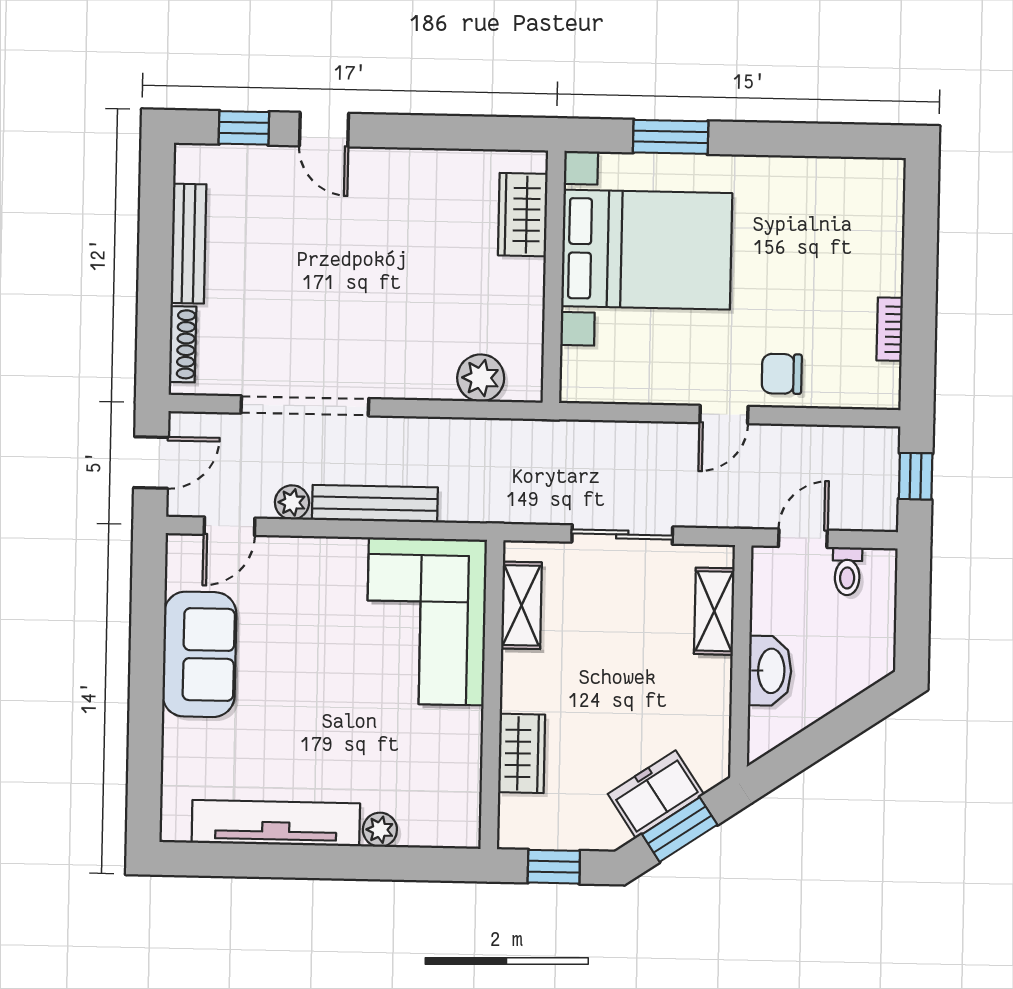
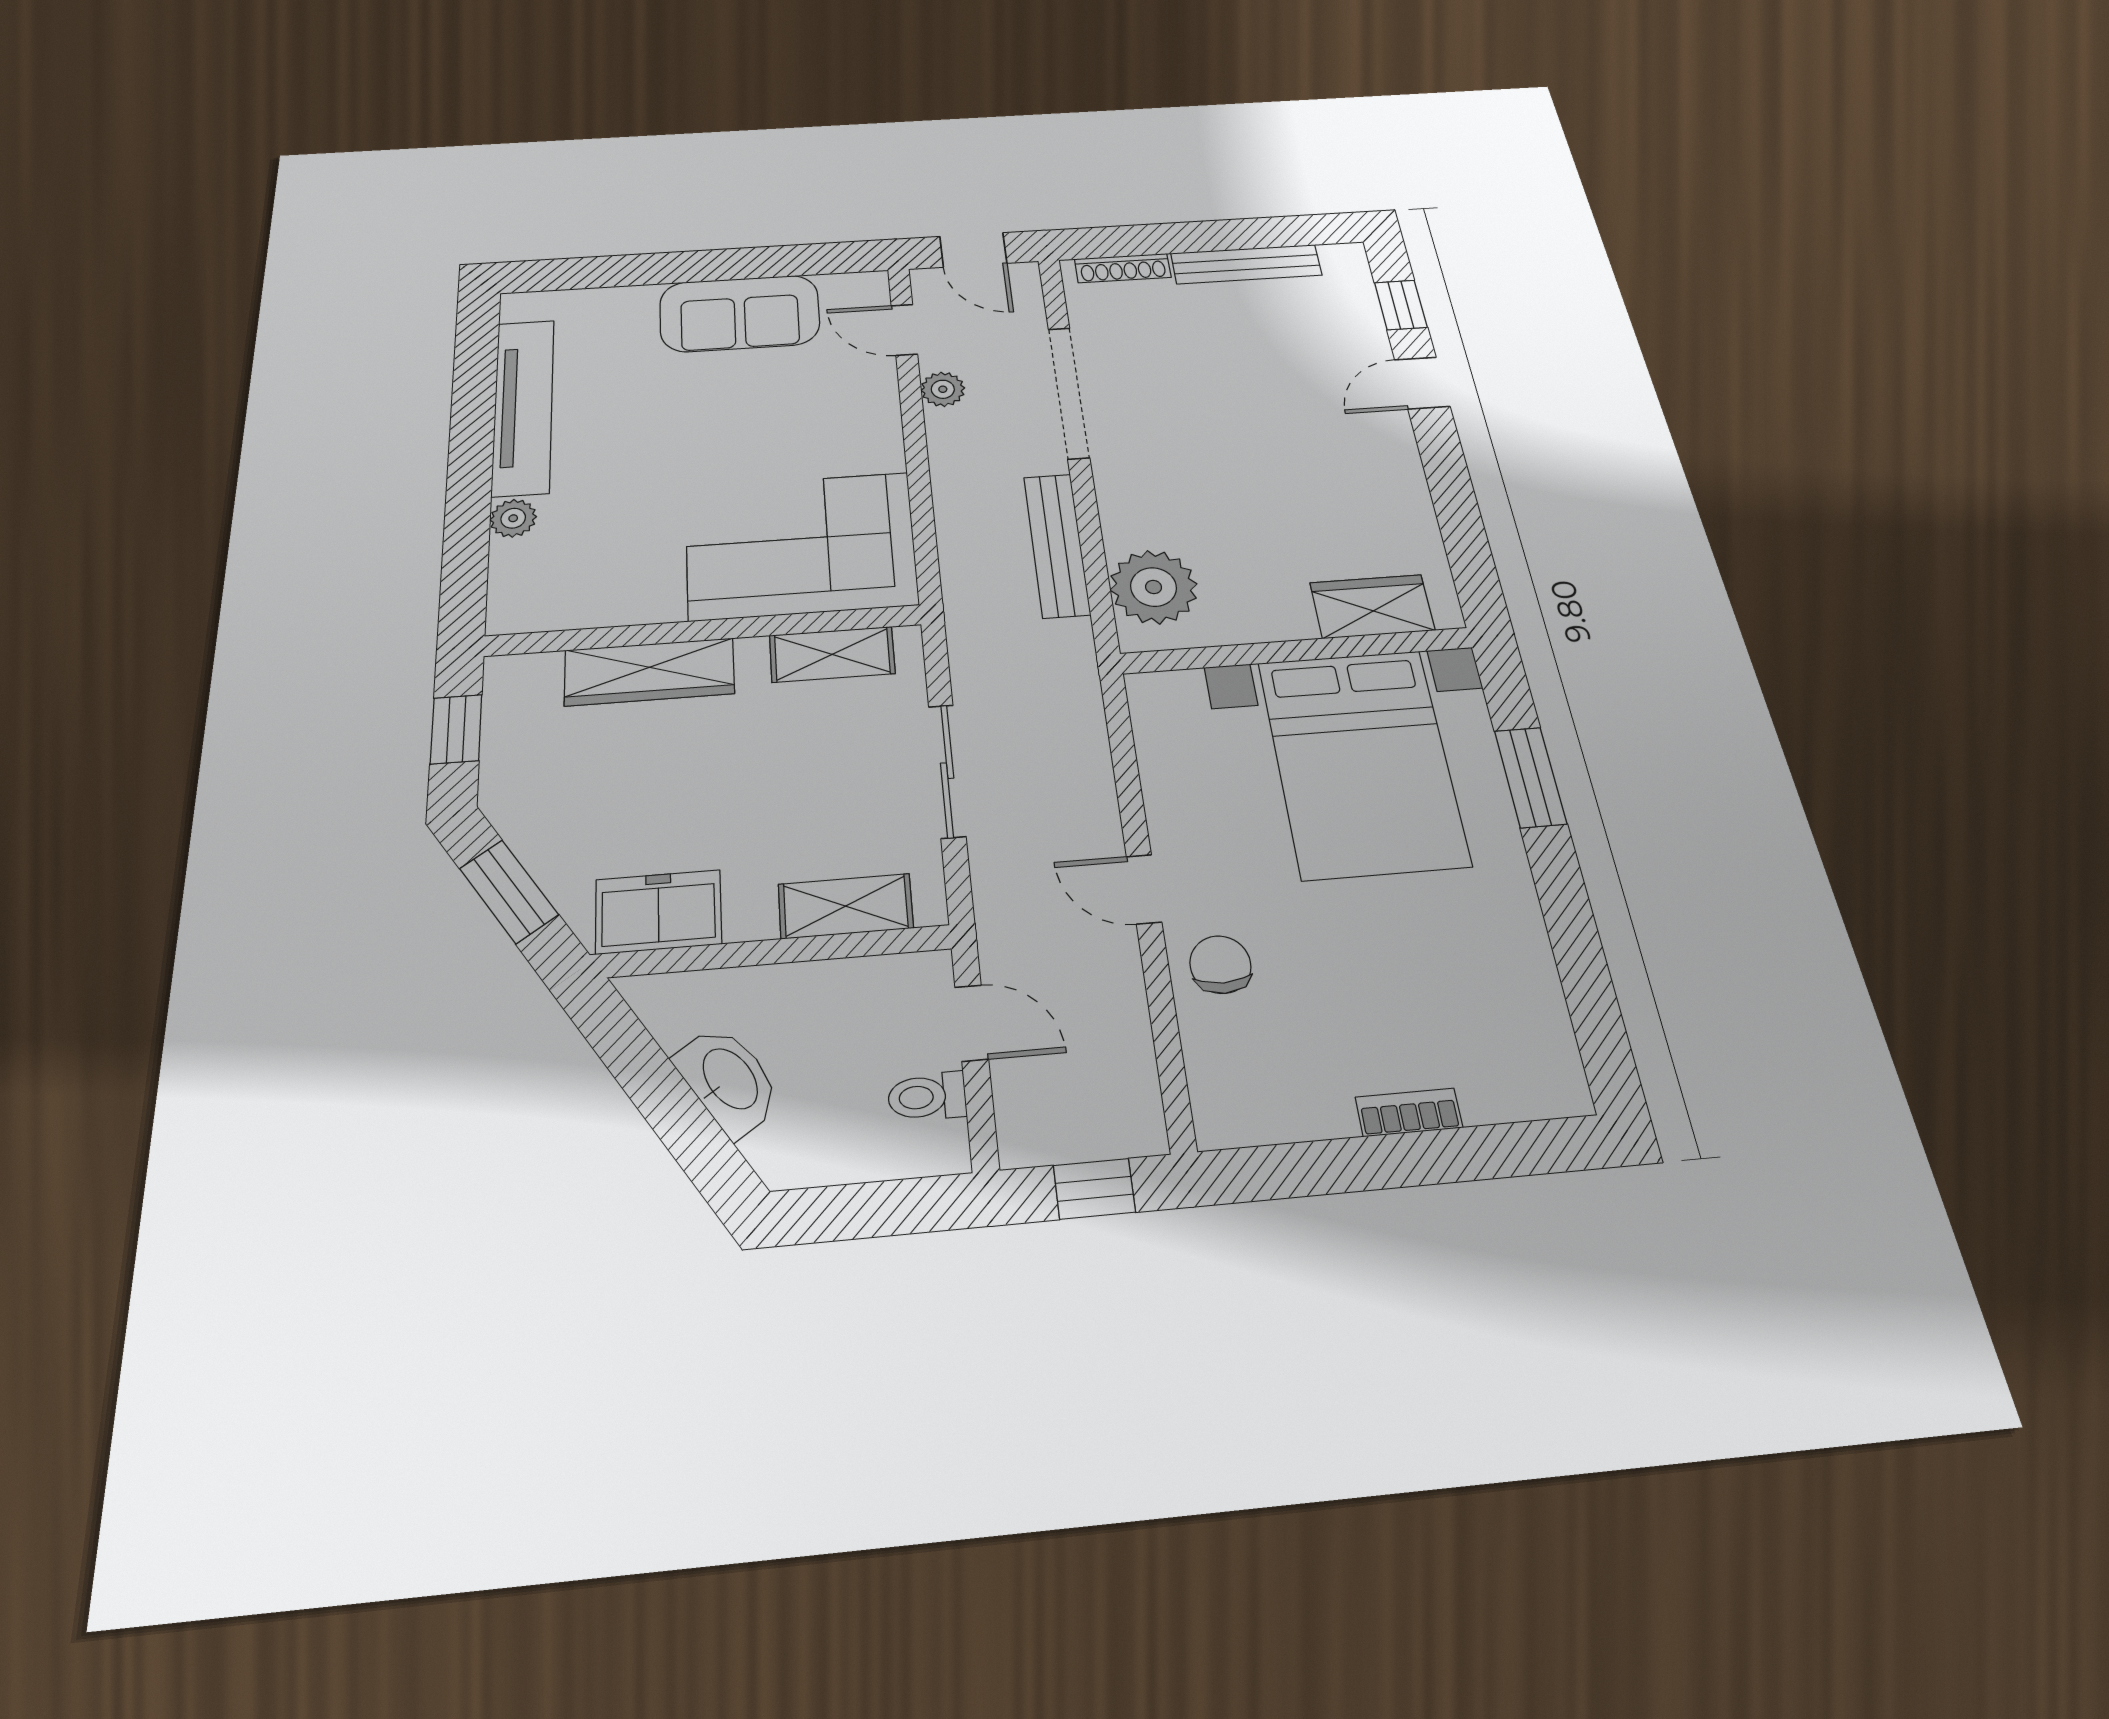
bookcase: (890, 329) -> (1409, 1112), moved
plant: (481, 378) -> (1154, 587), width x1.36, depth x1.36
bench: (375, 504) -> (1057, 545), moved
washbasin: (770, 671) -> (729, 1080), moved, turned -124
wardrobe: (522, 753) -> (649, 672), width x1.50
freezer: (656, 794) -> (658, 912), moved, turned -56

